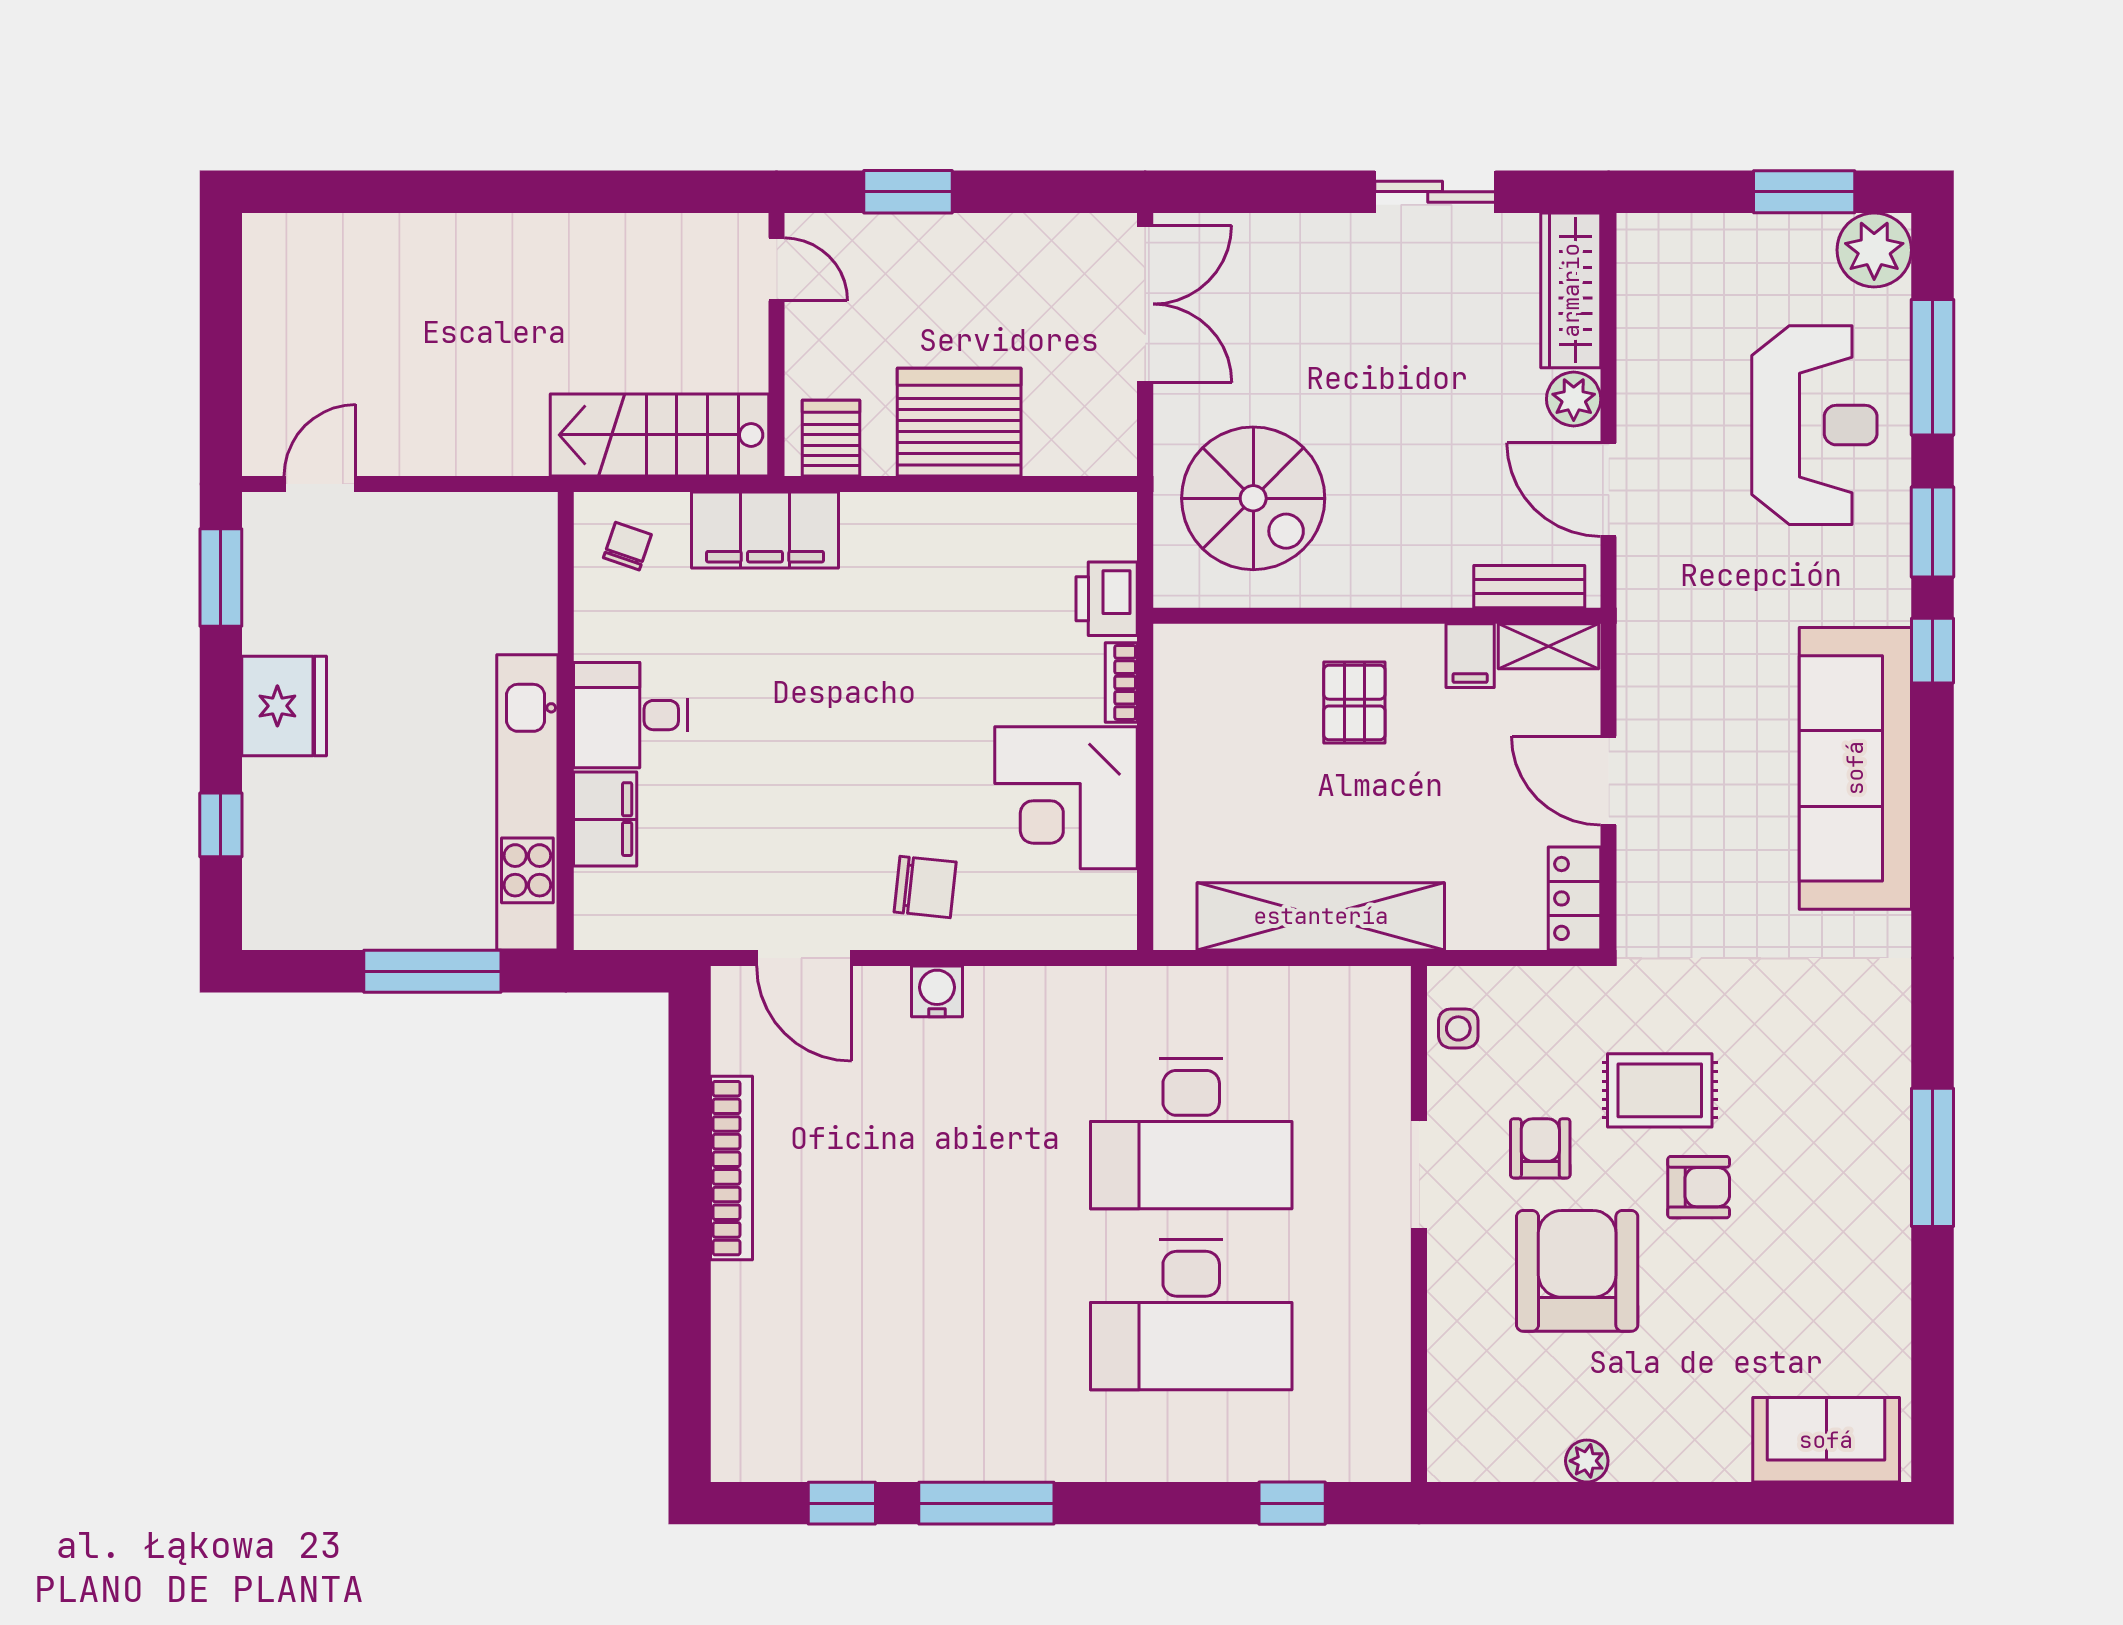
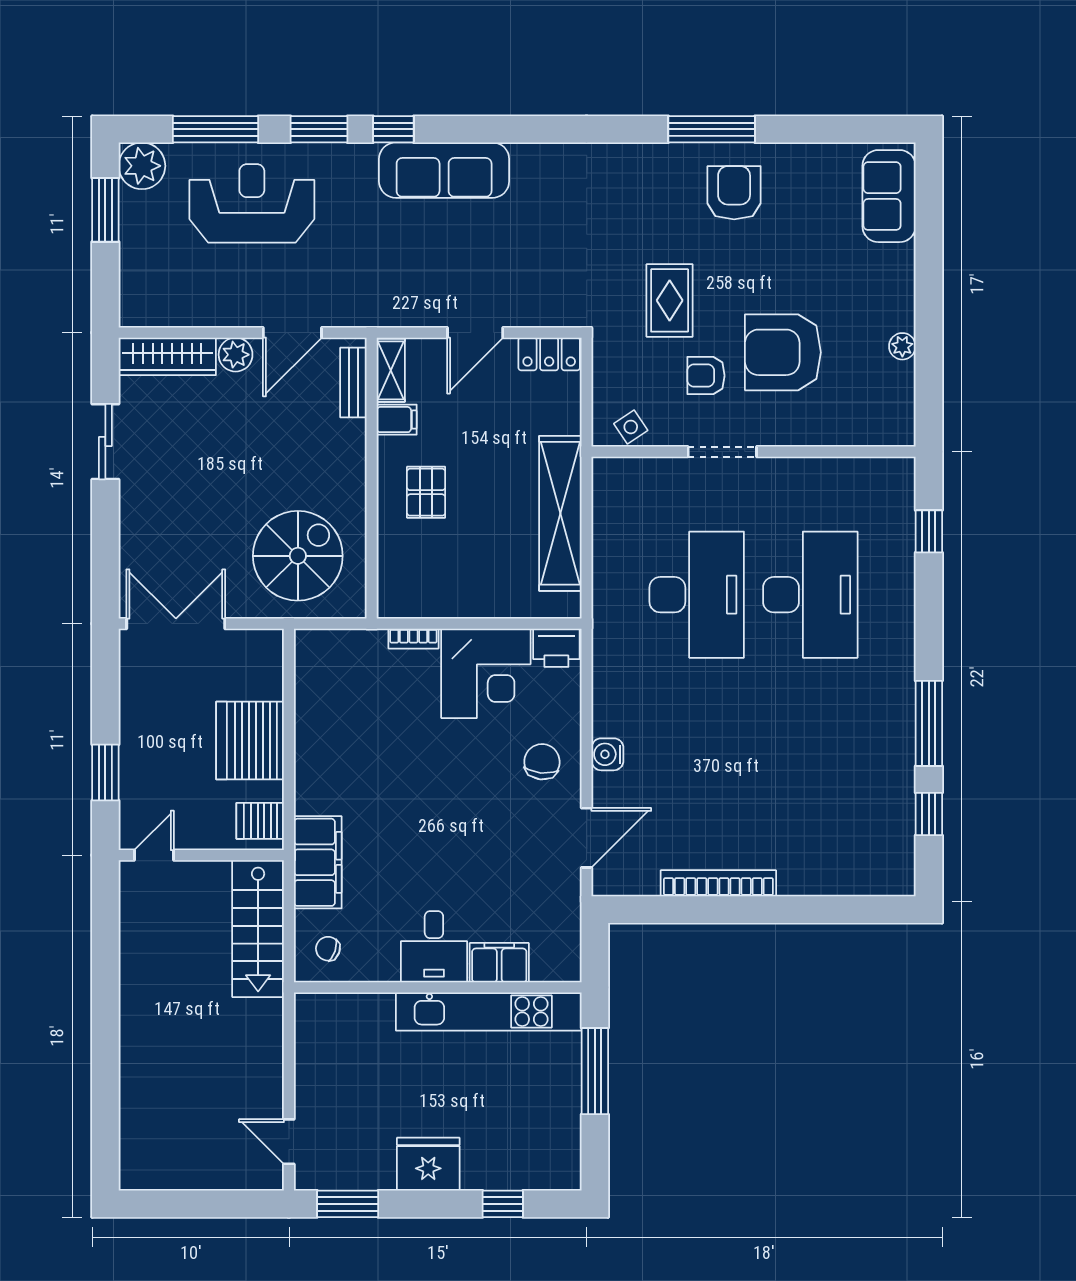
printer: (1107, 599) -> (556, 648), moved
pallet: (1354, 703) -> (426, 492), turned 90
sofa: (1855, 768) -> (444, 170), width x0.74, depth x0.79
side table: (1458, 1028) -> (631, 427), turned -34
armchair: (1699, 1187) -> (734, 193), moved, width x1.38, depth x1.38

